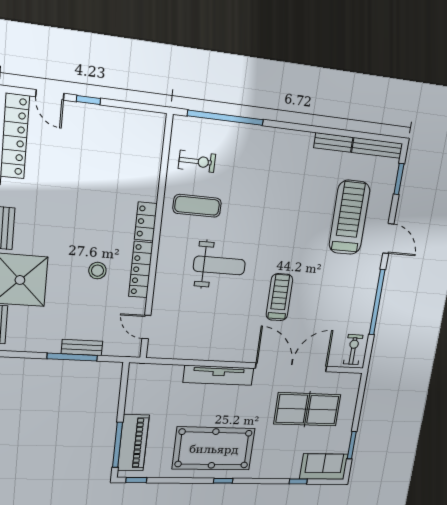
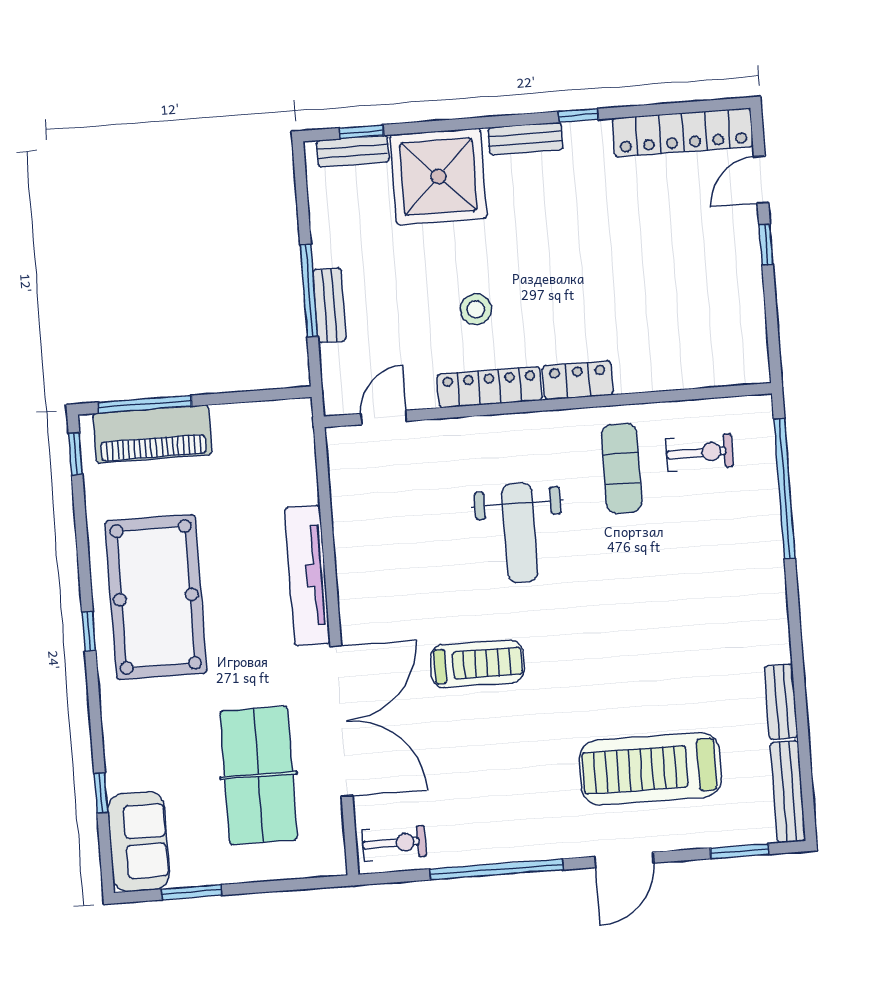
exercise bike: (197, 161) -> (700, 452), turned -90
treadmill: (349, 218) -> (651, 769), turned 180

